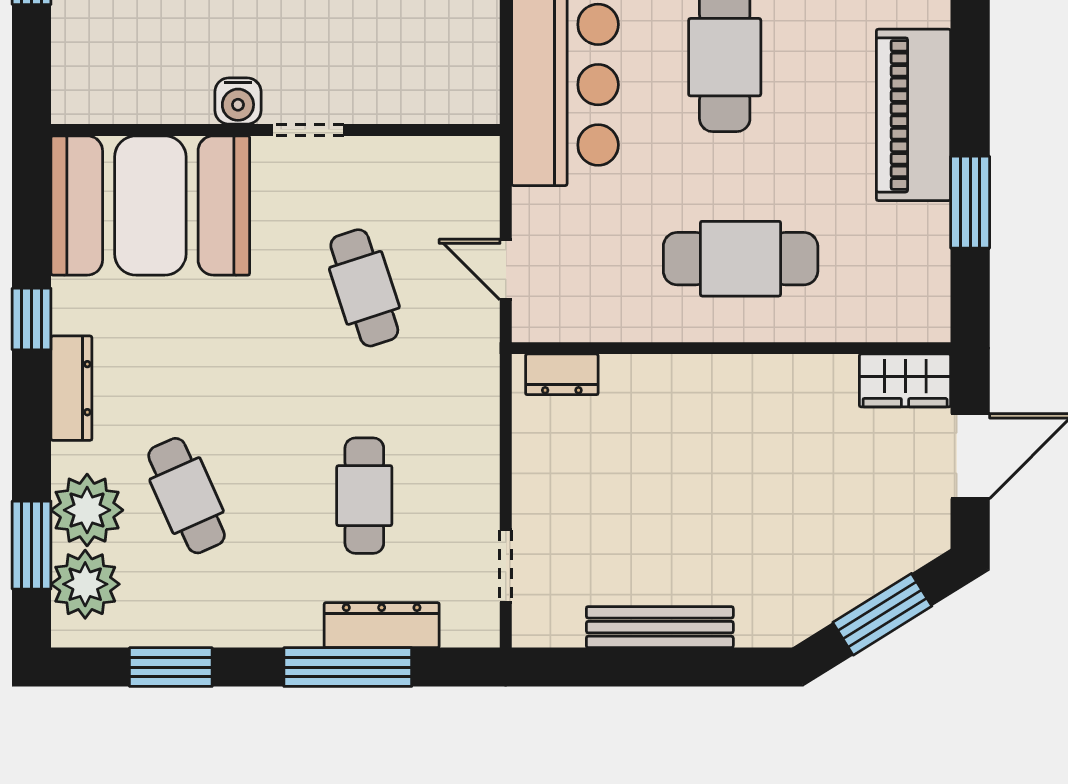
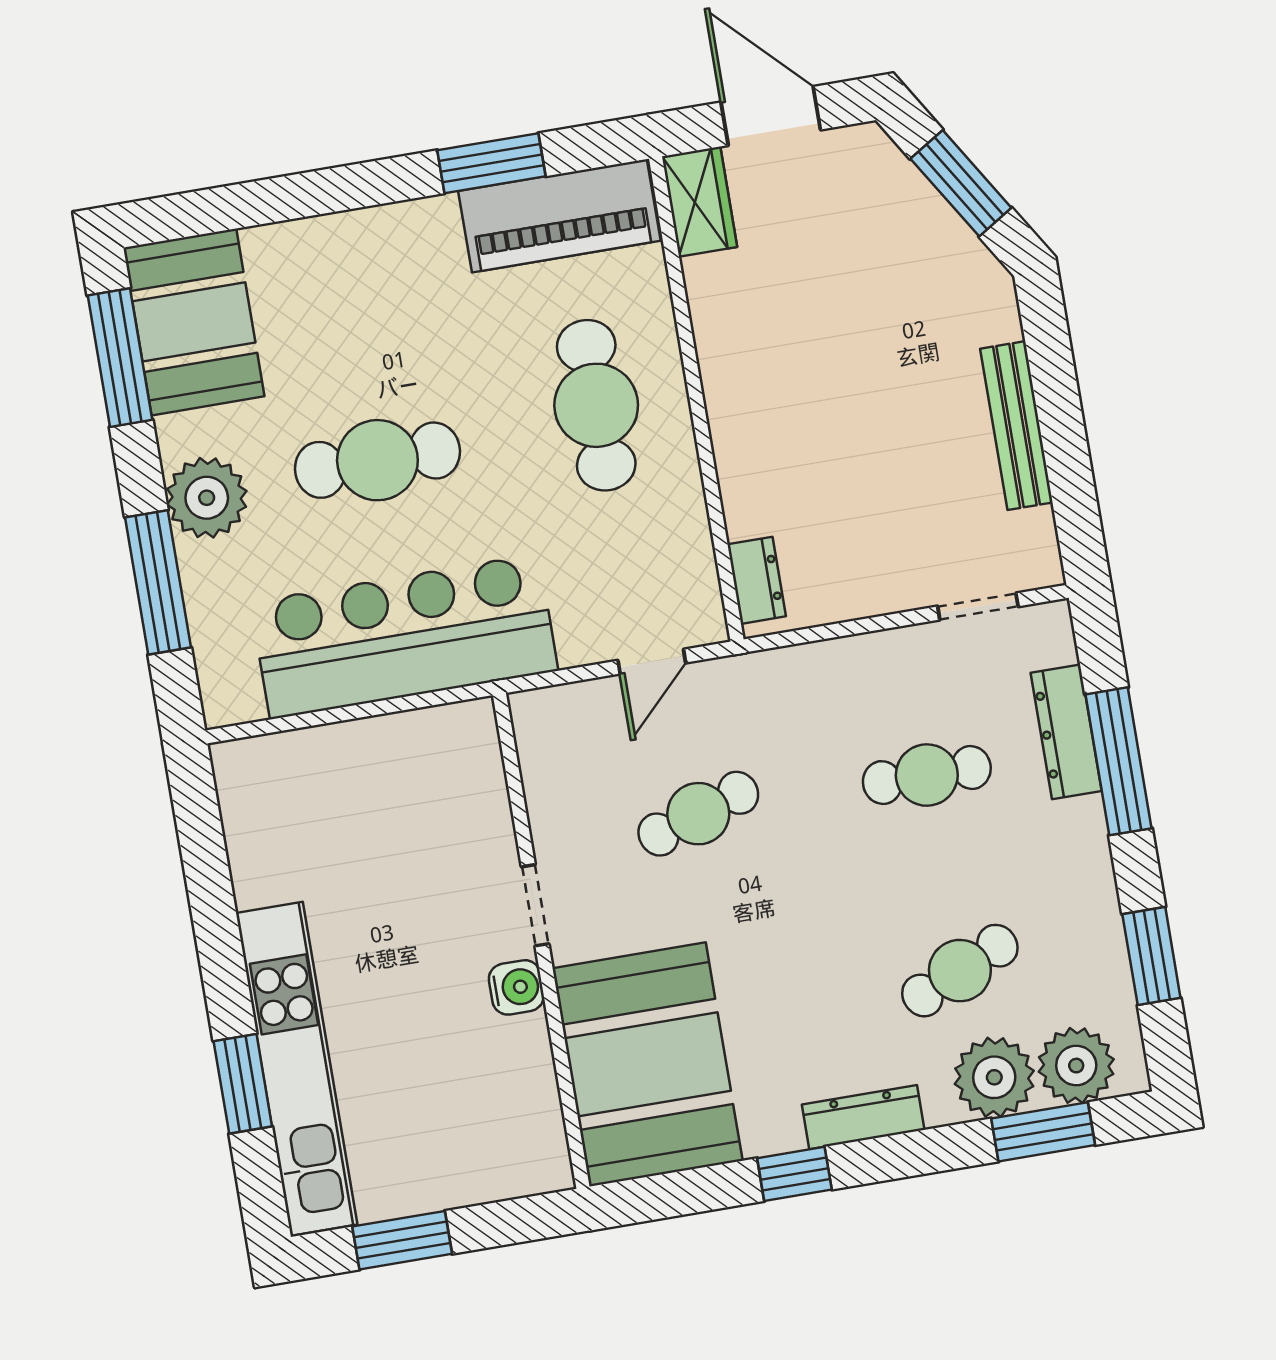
piano: (914, 115) -> (559, 216), moved

